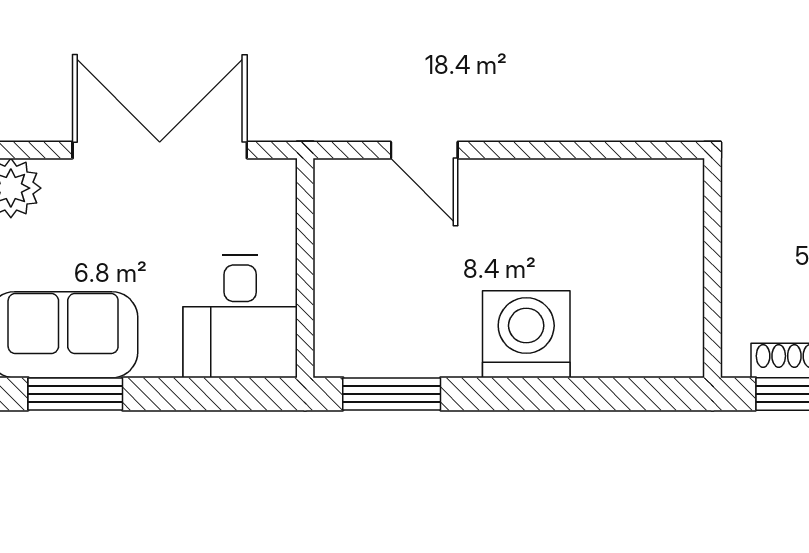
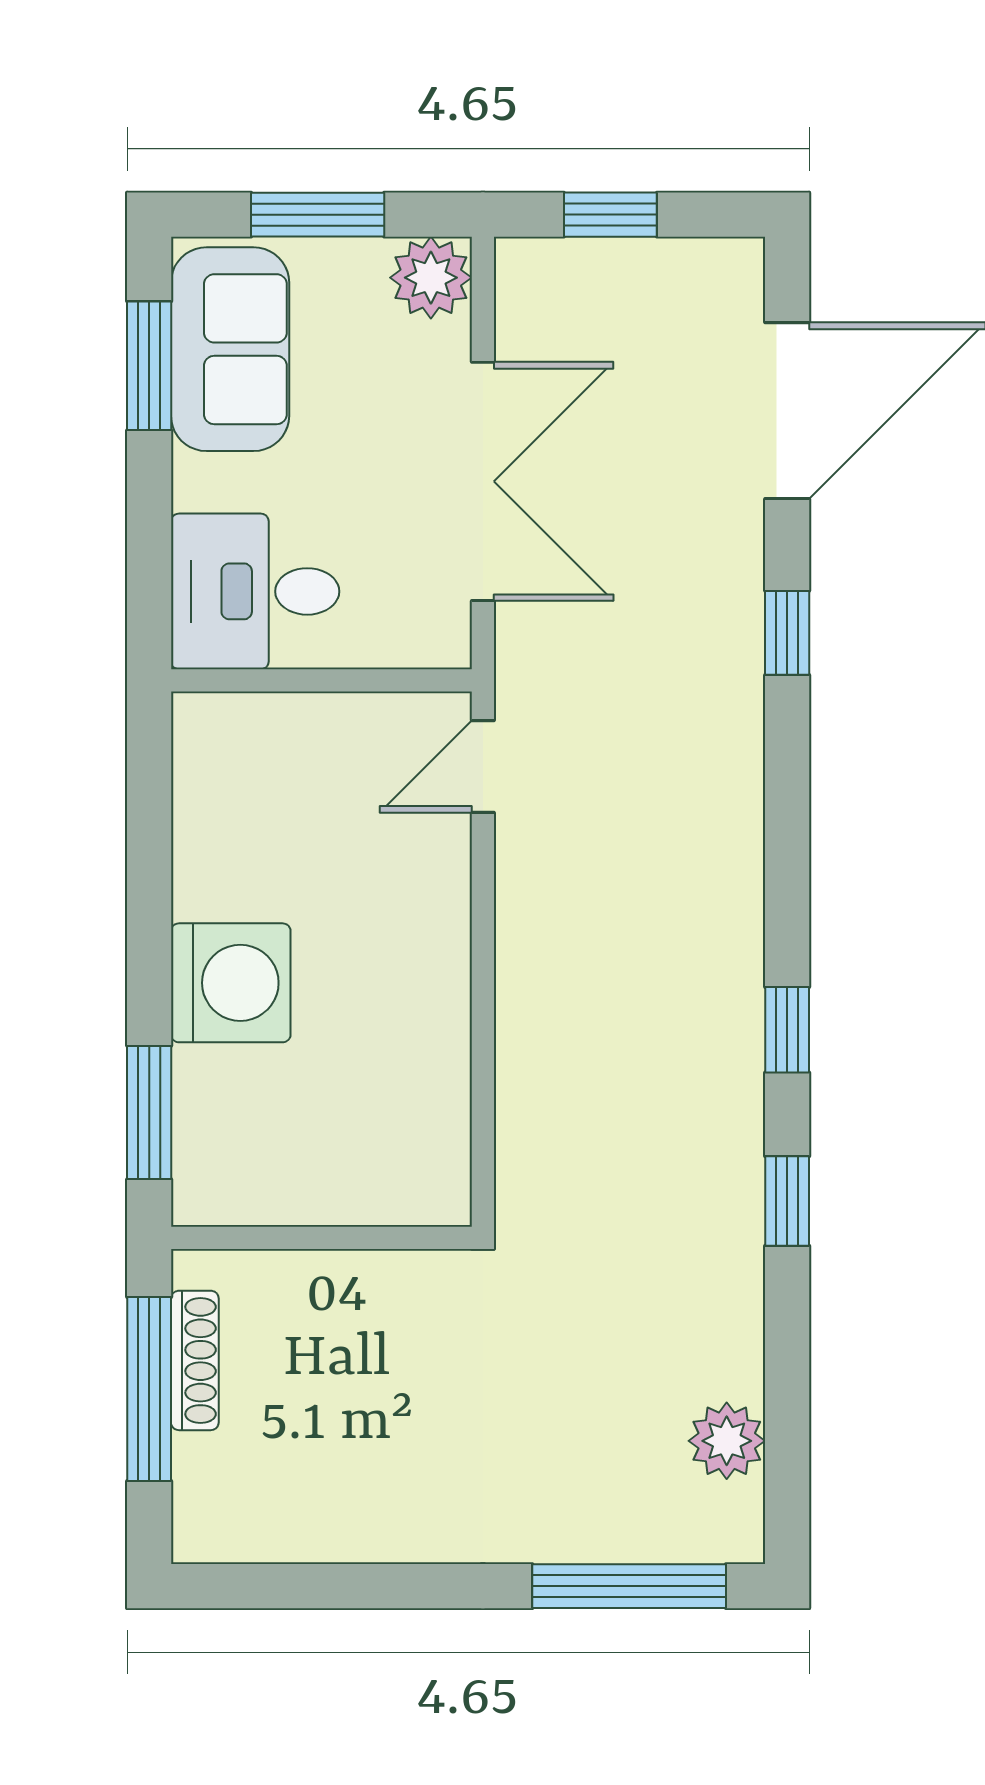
door: (424, 150) -> (483, 767), moved
window: (392, 394) -> (149, 1113), moved

